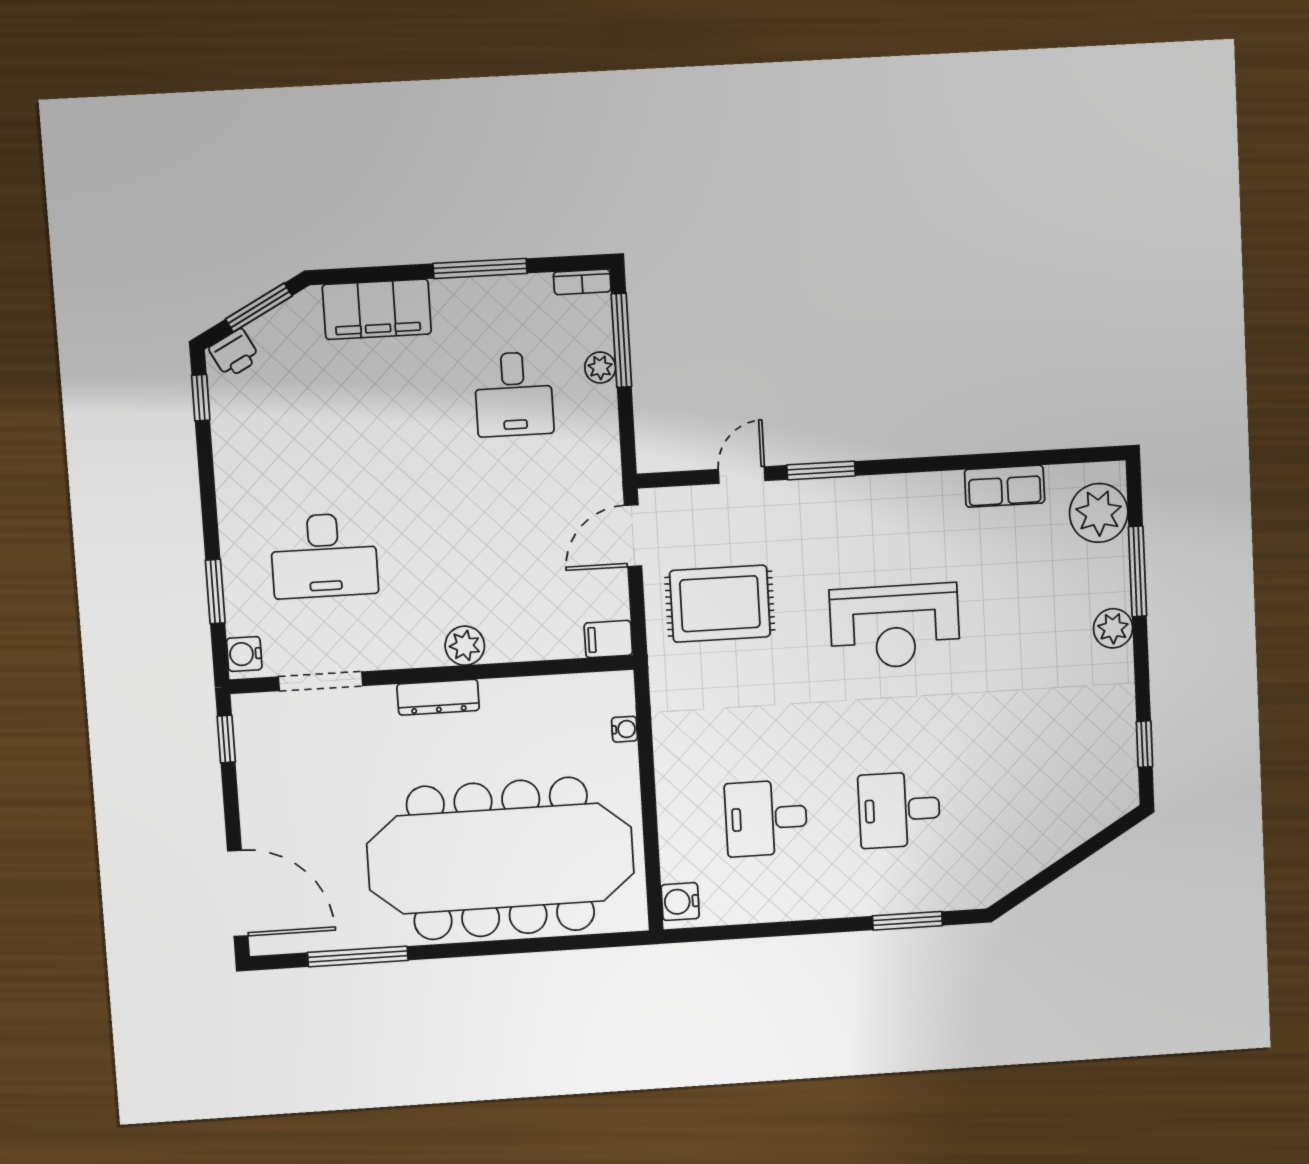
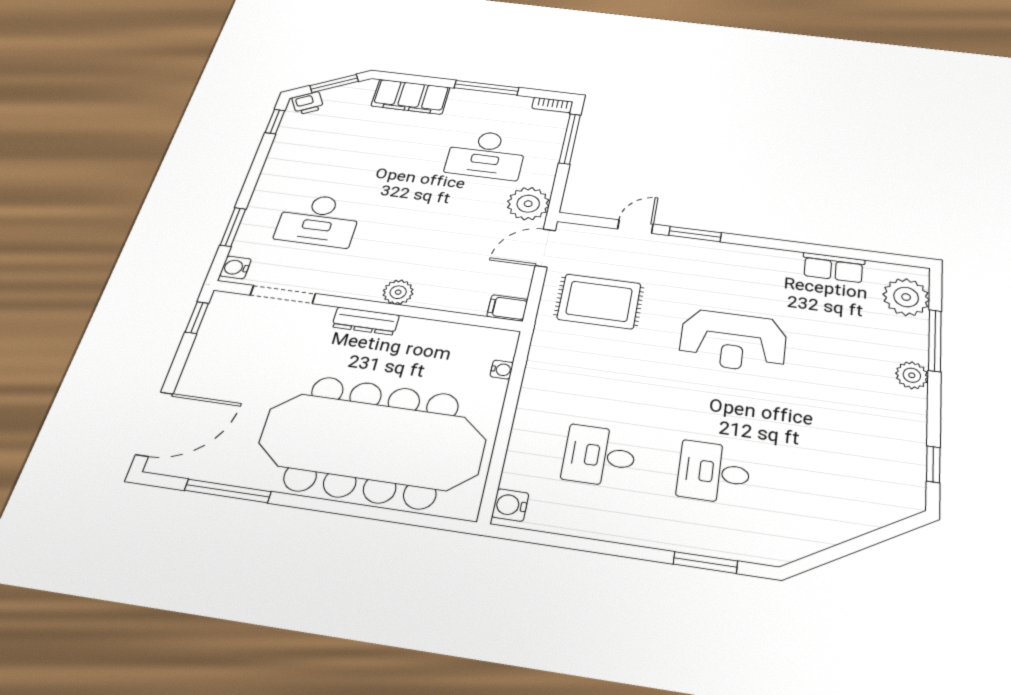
plant: (600, 368) -> (528, 204), moved, width x1.87, depth x1.87
desk: (514, 394) -> (486, 155), width x1.37
door: (238, 893) -> (154, 424), hinge flipped

